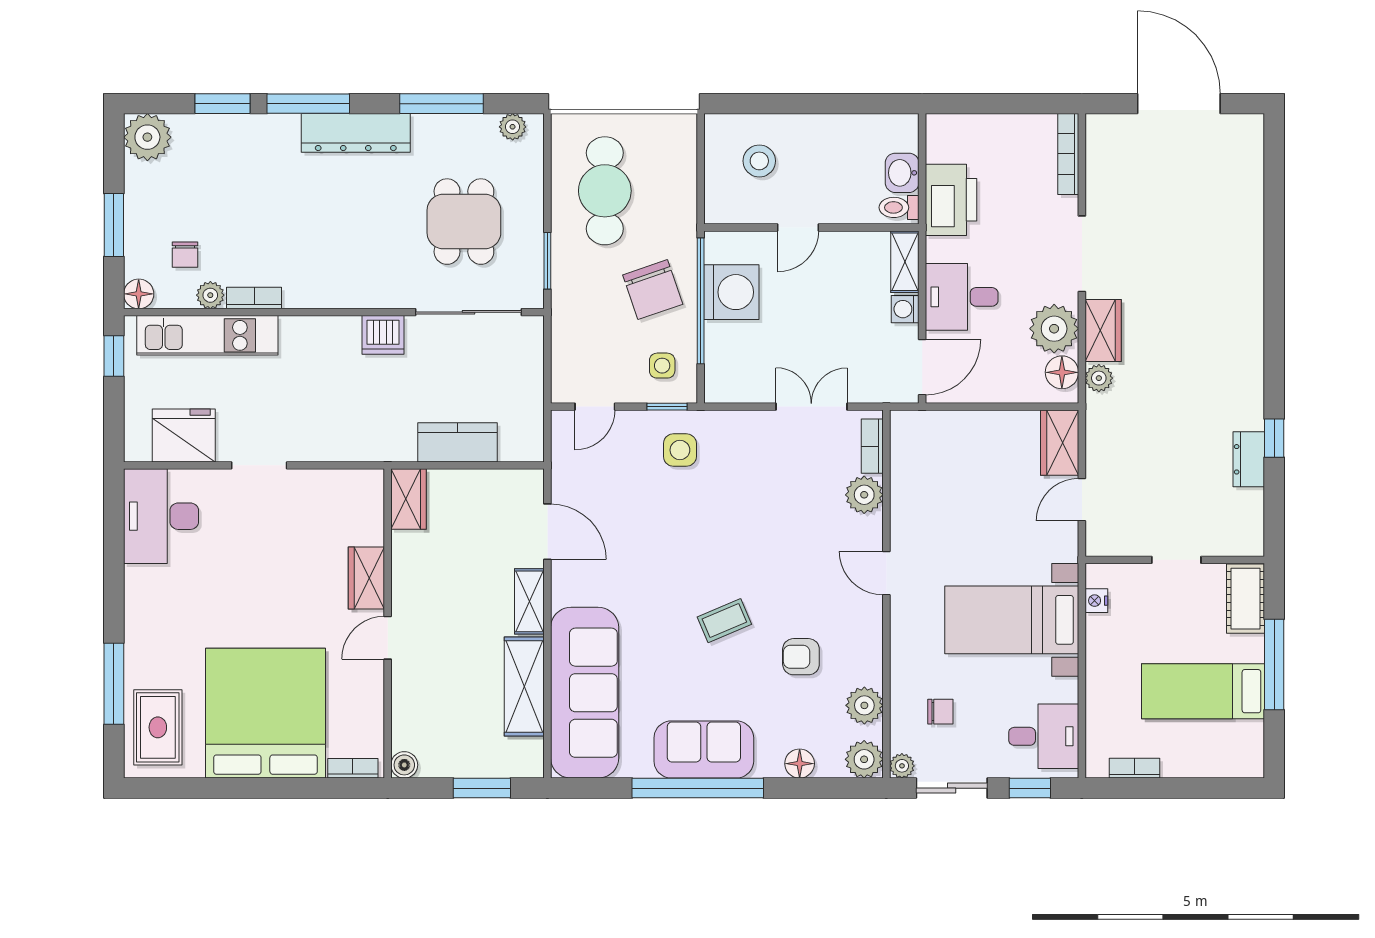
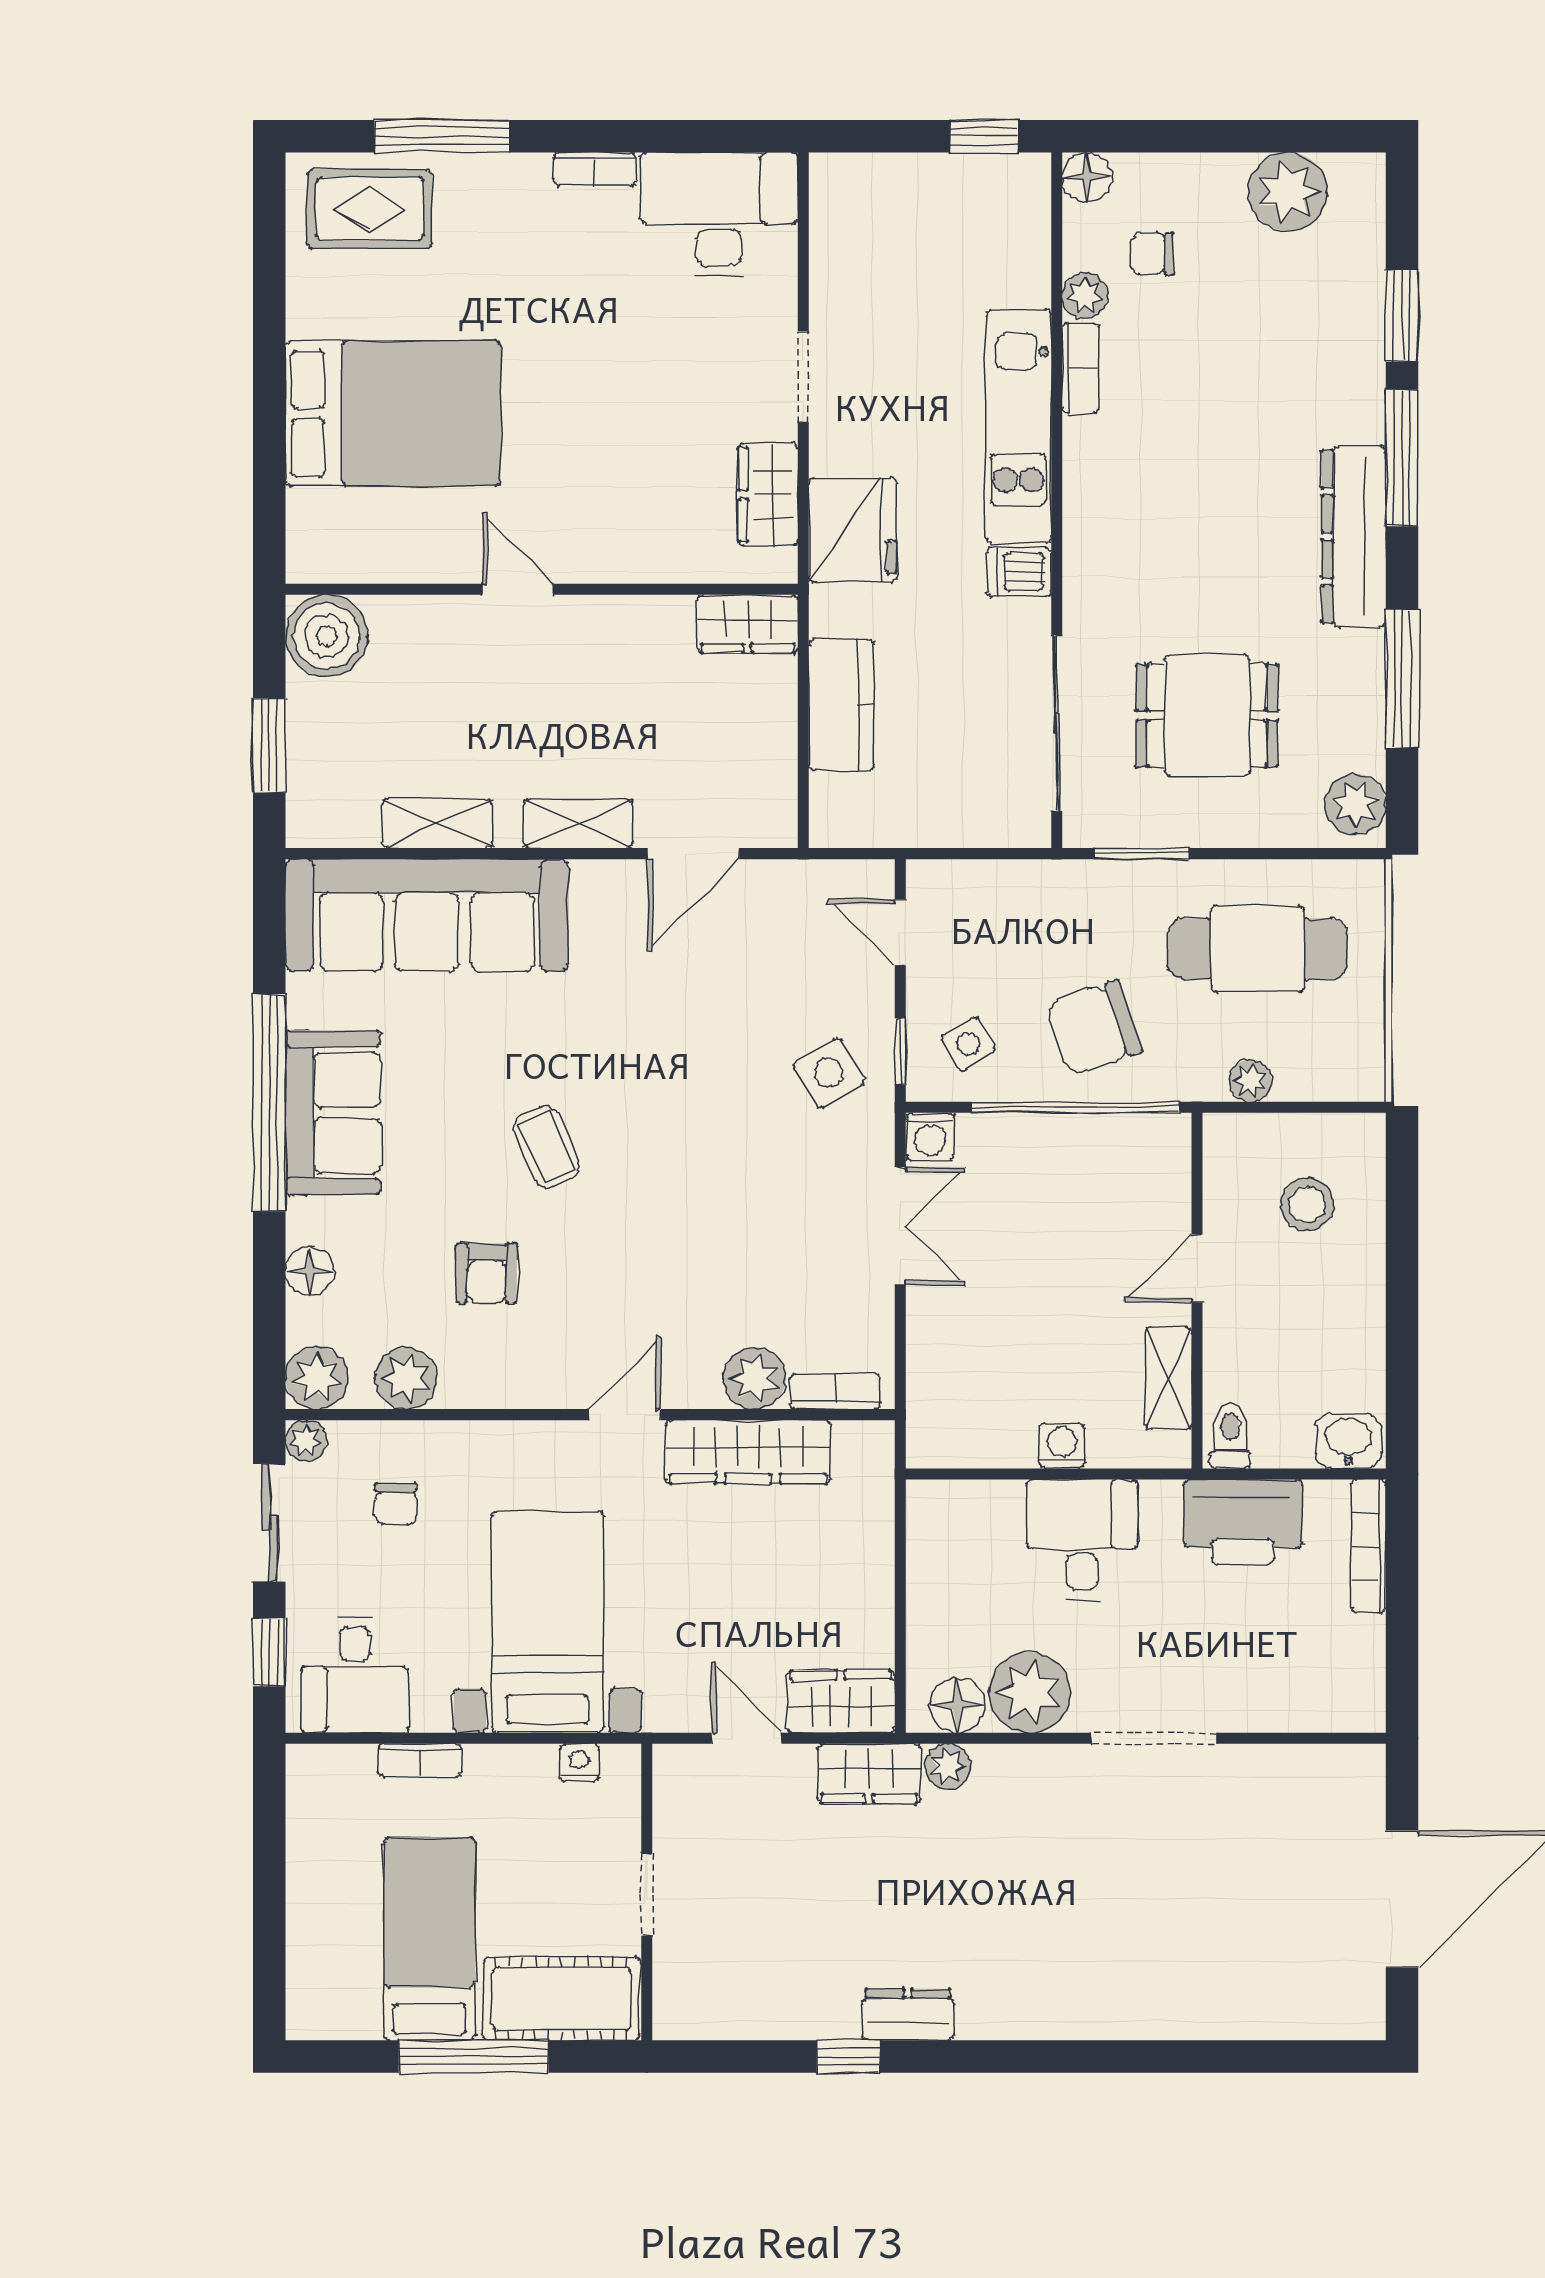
plant: (513, 127) -> (1355, 804), width x1.38, depth x1.38
plant: (147, 137) -> (1288, 192), moved
bookcase: (1068, 154) -> (1369, 1546), moved, turned -90
washbasin: (902, 173) -> (1348, 1441), moved
plant: (685, 195) -> (1250, 1081), added
window: (114, 225) -> (1201, 136), removed
door: (798, 228) -> (1197, 1268), hinge flipped
shelving: (905, 262) -> (1169, 1378), moved, turned 90
washing machine: (731, 292) -> (930, 1137), moved, width x0.53, depth x0.53
wardrobe: (1103, 331) -> (869, 1774), moved
kitchen unit: (207, 335) -> (1018, 426), moved
dishwasher: (383, 335) -> (1019, 572), width x0.73
side table: (662, 366) -> (968, 1044), turned -31
door: (922, 367) -> (966, 1474), removed
double door: (811, 407) -> (900, 1226), moved
fridge: (184, 436) -> (853, 530), moved
side table: (680, 450) -> (829, 1073), turned -31
dresser: (1249, 459) -> (908, 2015), moved
wardrobe: (909, 499) -> (748, 1452), added
wardrobe: (366, 578) -> (768, 495), moved, turned -90
cot: (1245, 599) -> (562, 1999), width x1.37, depth x1.34
armchair: (801, 657) -> (487, 1273), turned 180
shelving: (524, 686) -> (437, 824), width x0.67, depth x0.75
bed: (265, 713) -> (393, 413), width x0.73
boiler: (404, 765) -> (327, 636), width x1.86, depth x1.86
bookcase: (353, 768) -> (595, 169), moved, turned 90
bookcase: (1134, 768) -> (420, 1760), moved, turned 90

